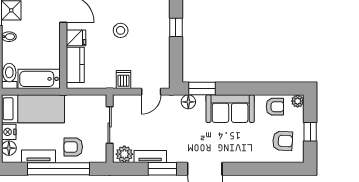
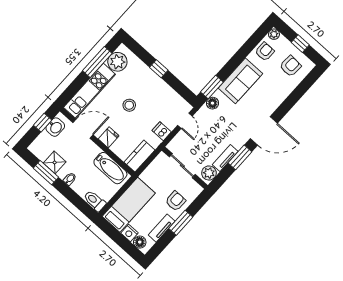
kitchen counter: (75, 65) -> (139, 156), moved, turned -90
bathtub: (39, 79) -> (110, 168), moved, turned -90
armchair: (73, 147) -> (176, 201), turned 180
window: (58, 169) -> (181, 223), width x0.47

